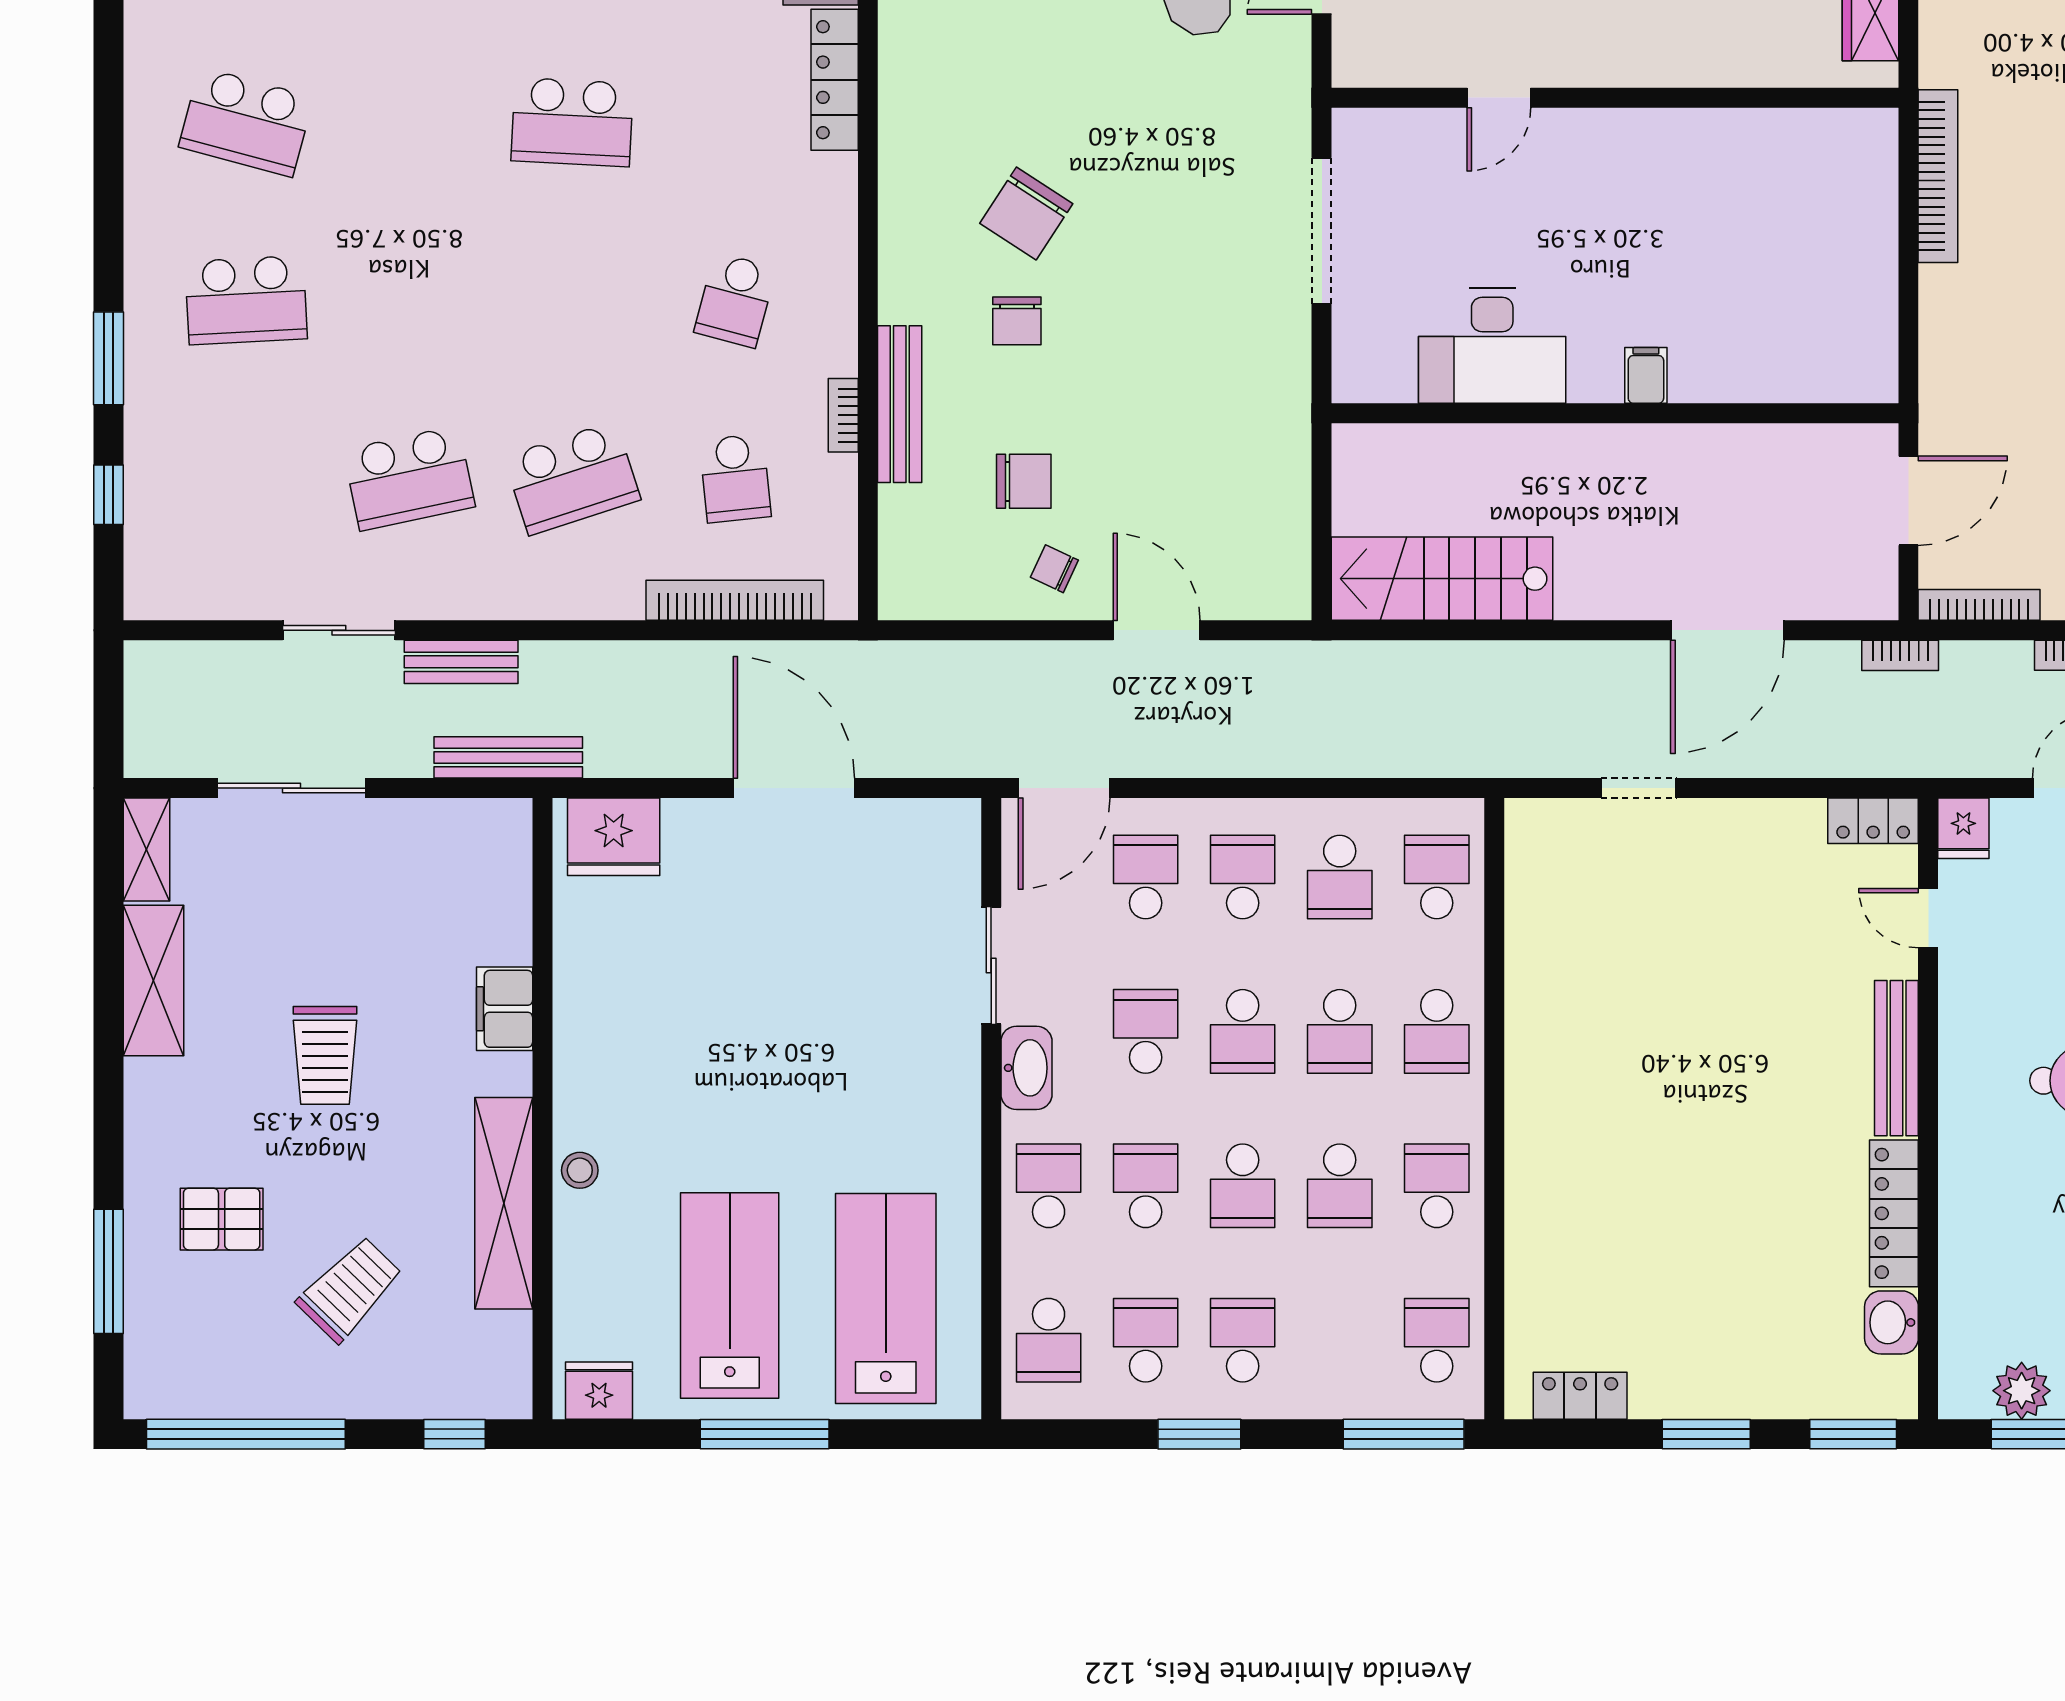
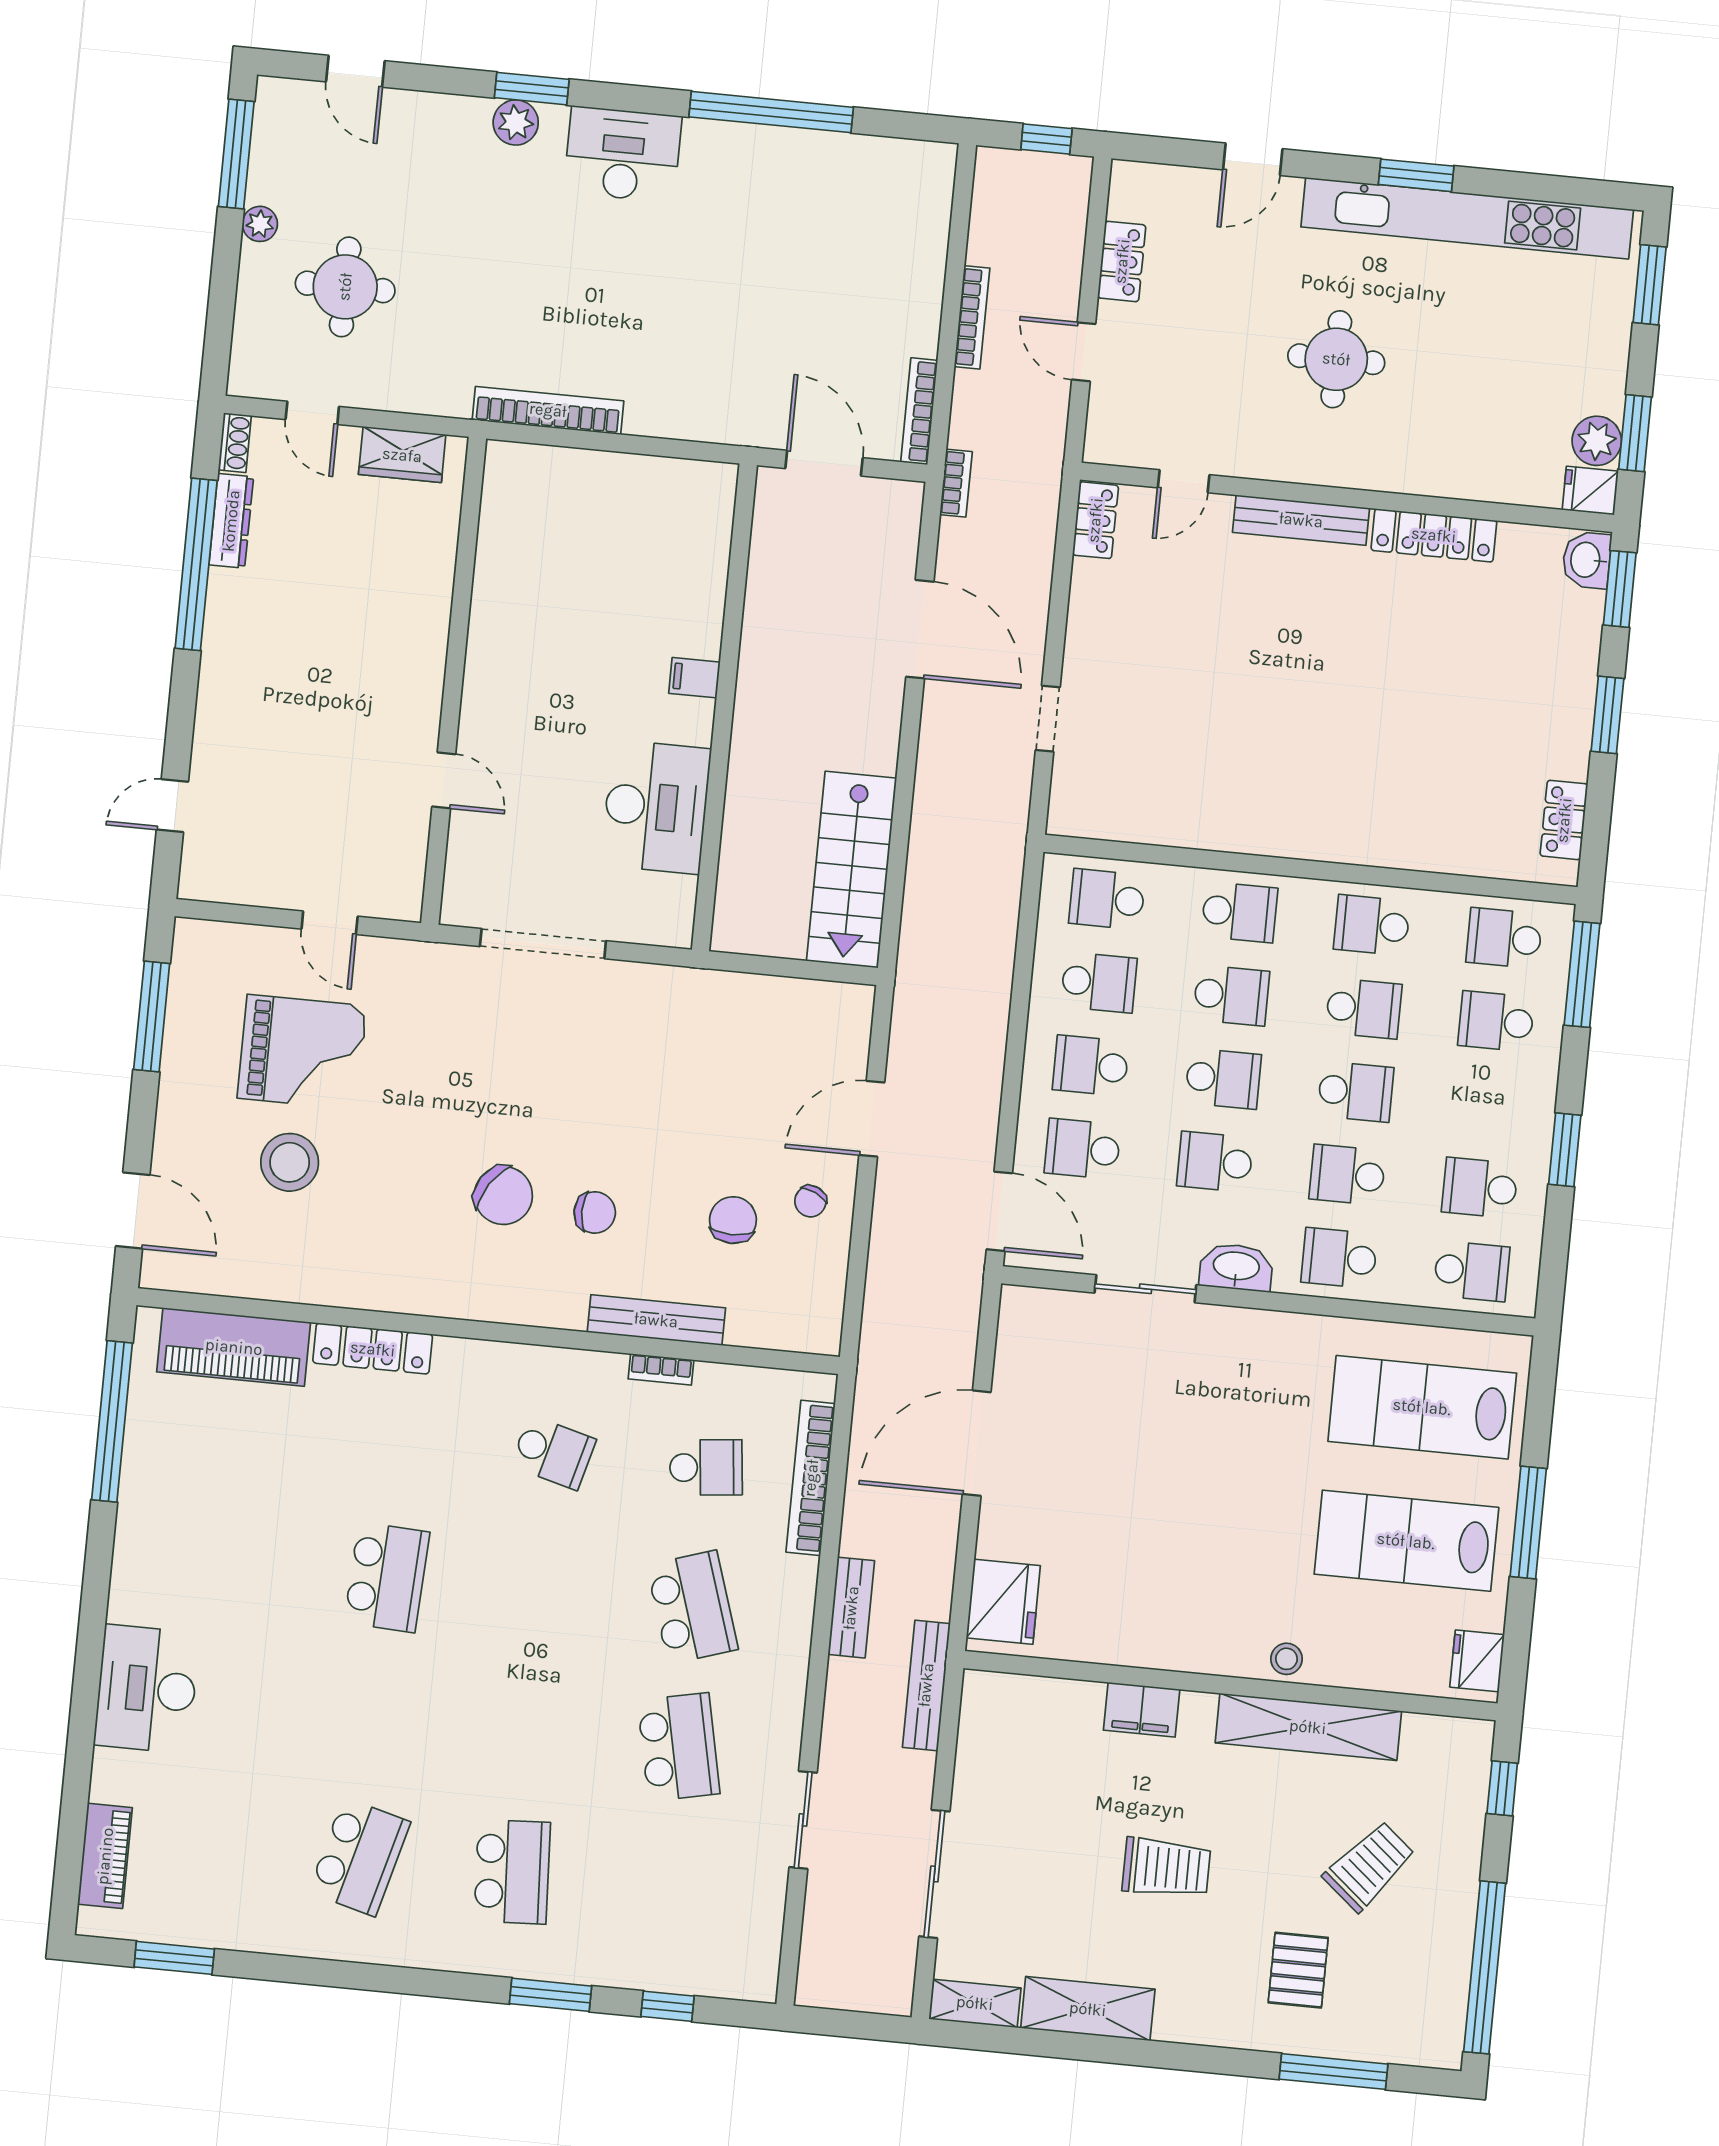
bench: (461, 662) -> (851, 1608), moved
fridge: (1963, 828) -> (1590, 490), moved, turned 180
trolley: (350, 1289) -> (1369, 1866), turned 86
washbasin: (1891, 1322) -> (1587, 560), moved, turned 90
school desk: (1243, 1340) -> (1496, 1021), moved

